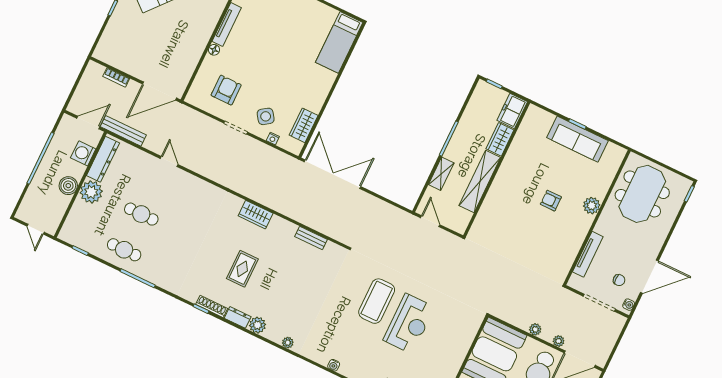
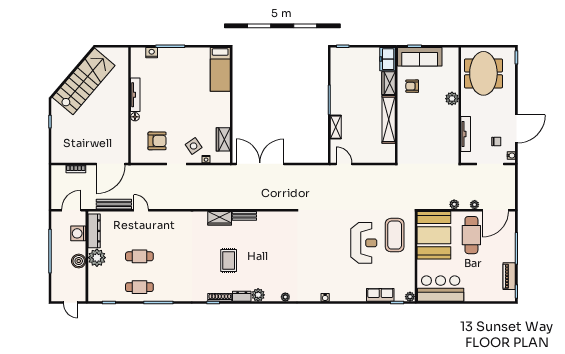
armchair: (226, 90) -> (157, 141), turned 90
freezer: (512, 111) -> (388, 59), moved
bench: (123, 131) -> (114, 204), moved
wardrobe: (500, 139) -> (389, 83), moved
wall: (497, 169) -> (396, 105), moved
shelving: (480, 181) -> (389, 119), moved
armchair: (551, 201) -> (412, 86), moved
bench: (311, 238) -> (244, 216), moved
coffee table: (377, 301) -> (395, 235), moved

